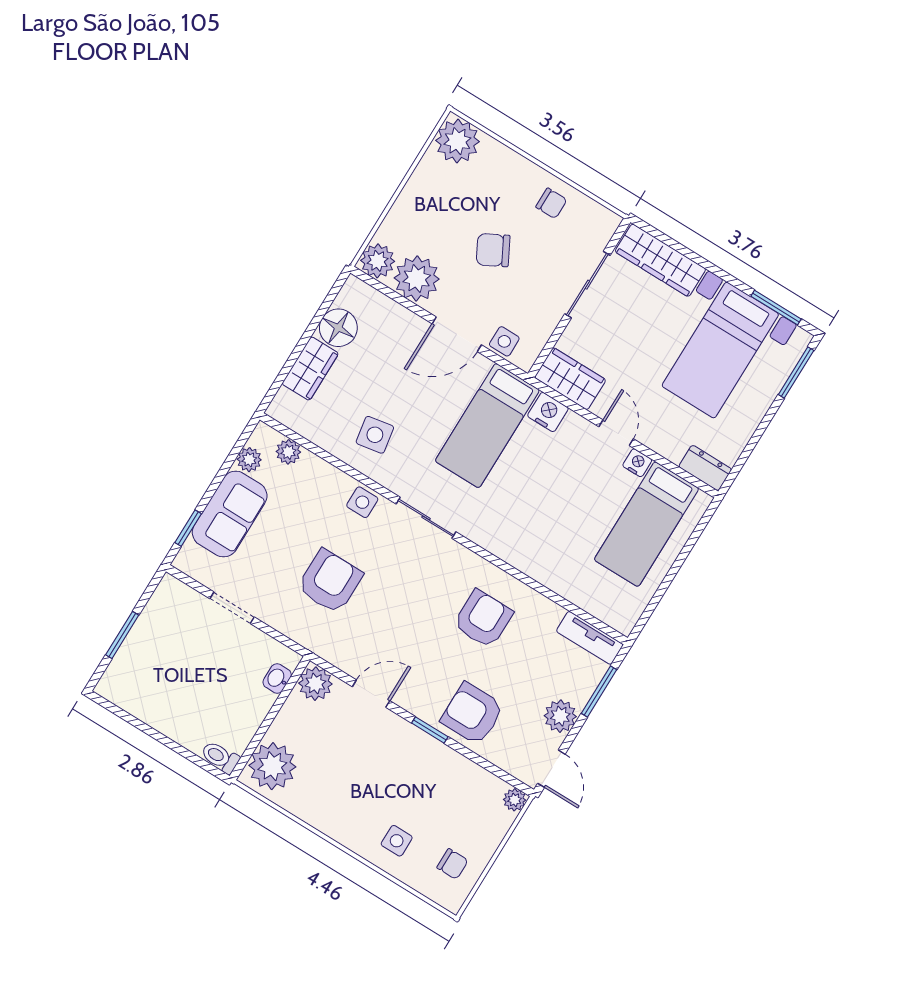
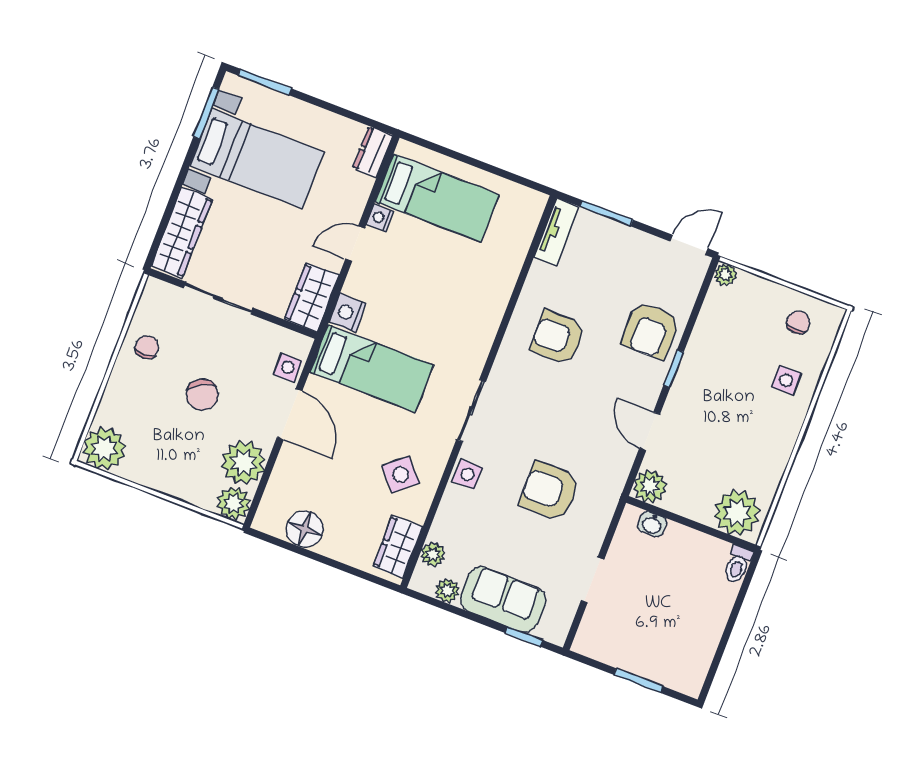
wardrobe: (310, 369) -> (398, 547), moved, turned -90
side table: (375, 435) -> (401, 475), turned -31
plant: (560, 716) -> (637, 246), removed

